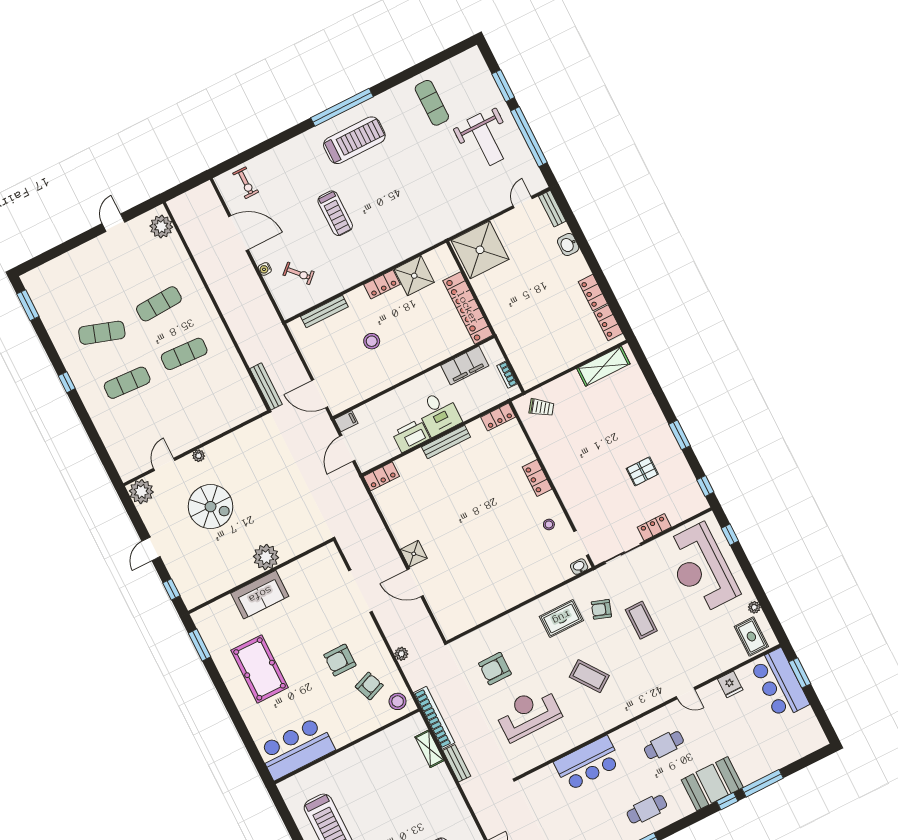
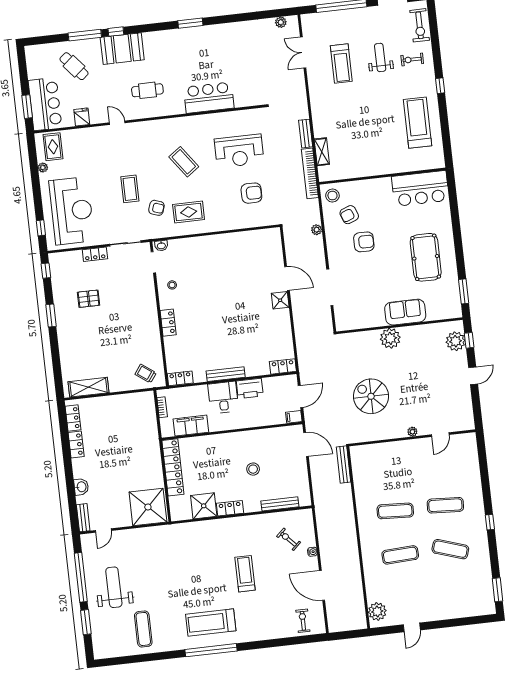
plant: (141, 492) -> (456, 341), moved
spiral stairs: (211, 507) -> (371, 396), moved
cafe table: (647, 809) -> (74, 66), moved, turned 50

